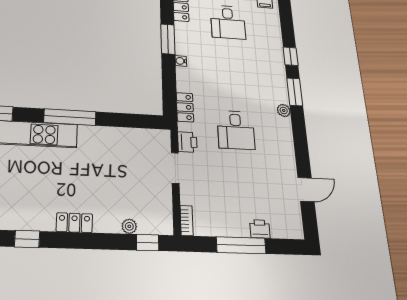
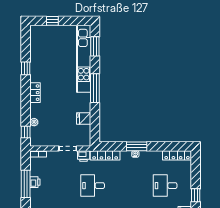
window: (168, 39) -> (137, 146), moved
locker: (185, 107) -> (105, 155), width x1.53
fridge: (123, 139) -> (84, 118), added
printer: (260, 229) -> (35, 182), moved

